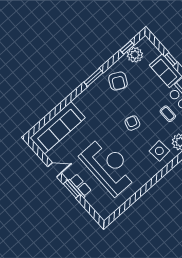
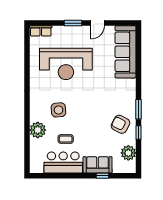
window: (127, 48) -> (138, 133), moved
armchair: (132, 123) -> (81, 108), removed
side table: (159, 151) -> (58, 110), moved
row of seats: (80, 186) -> (41, 31), moved

